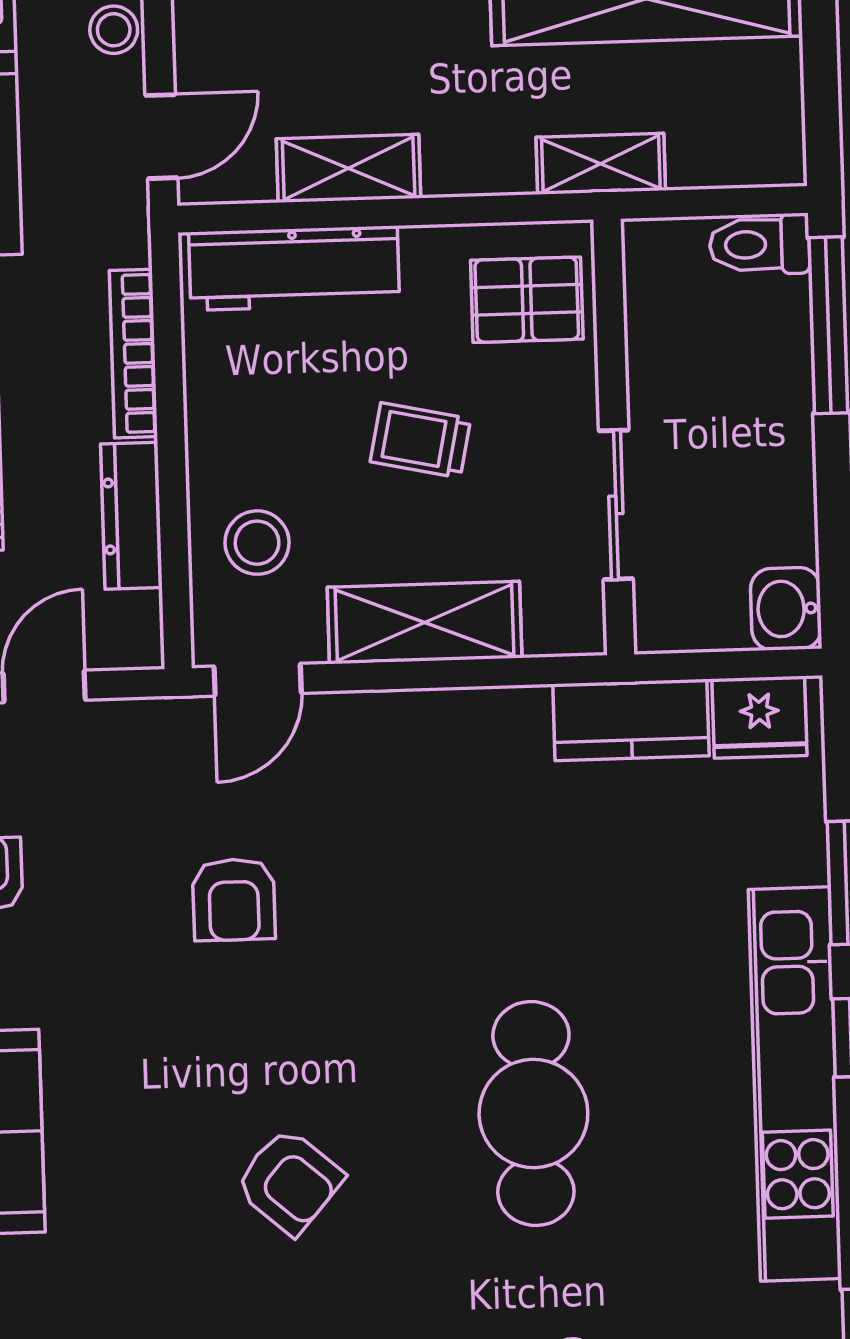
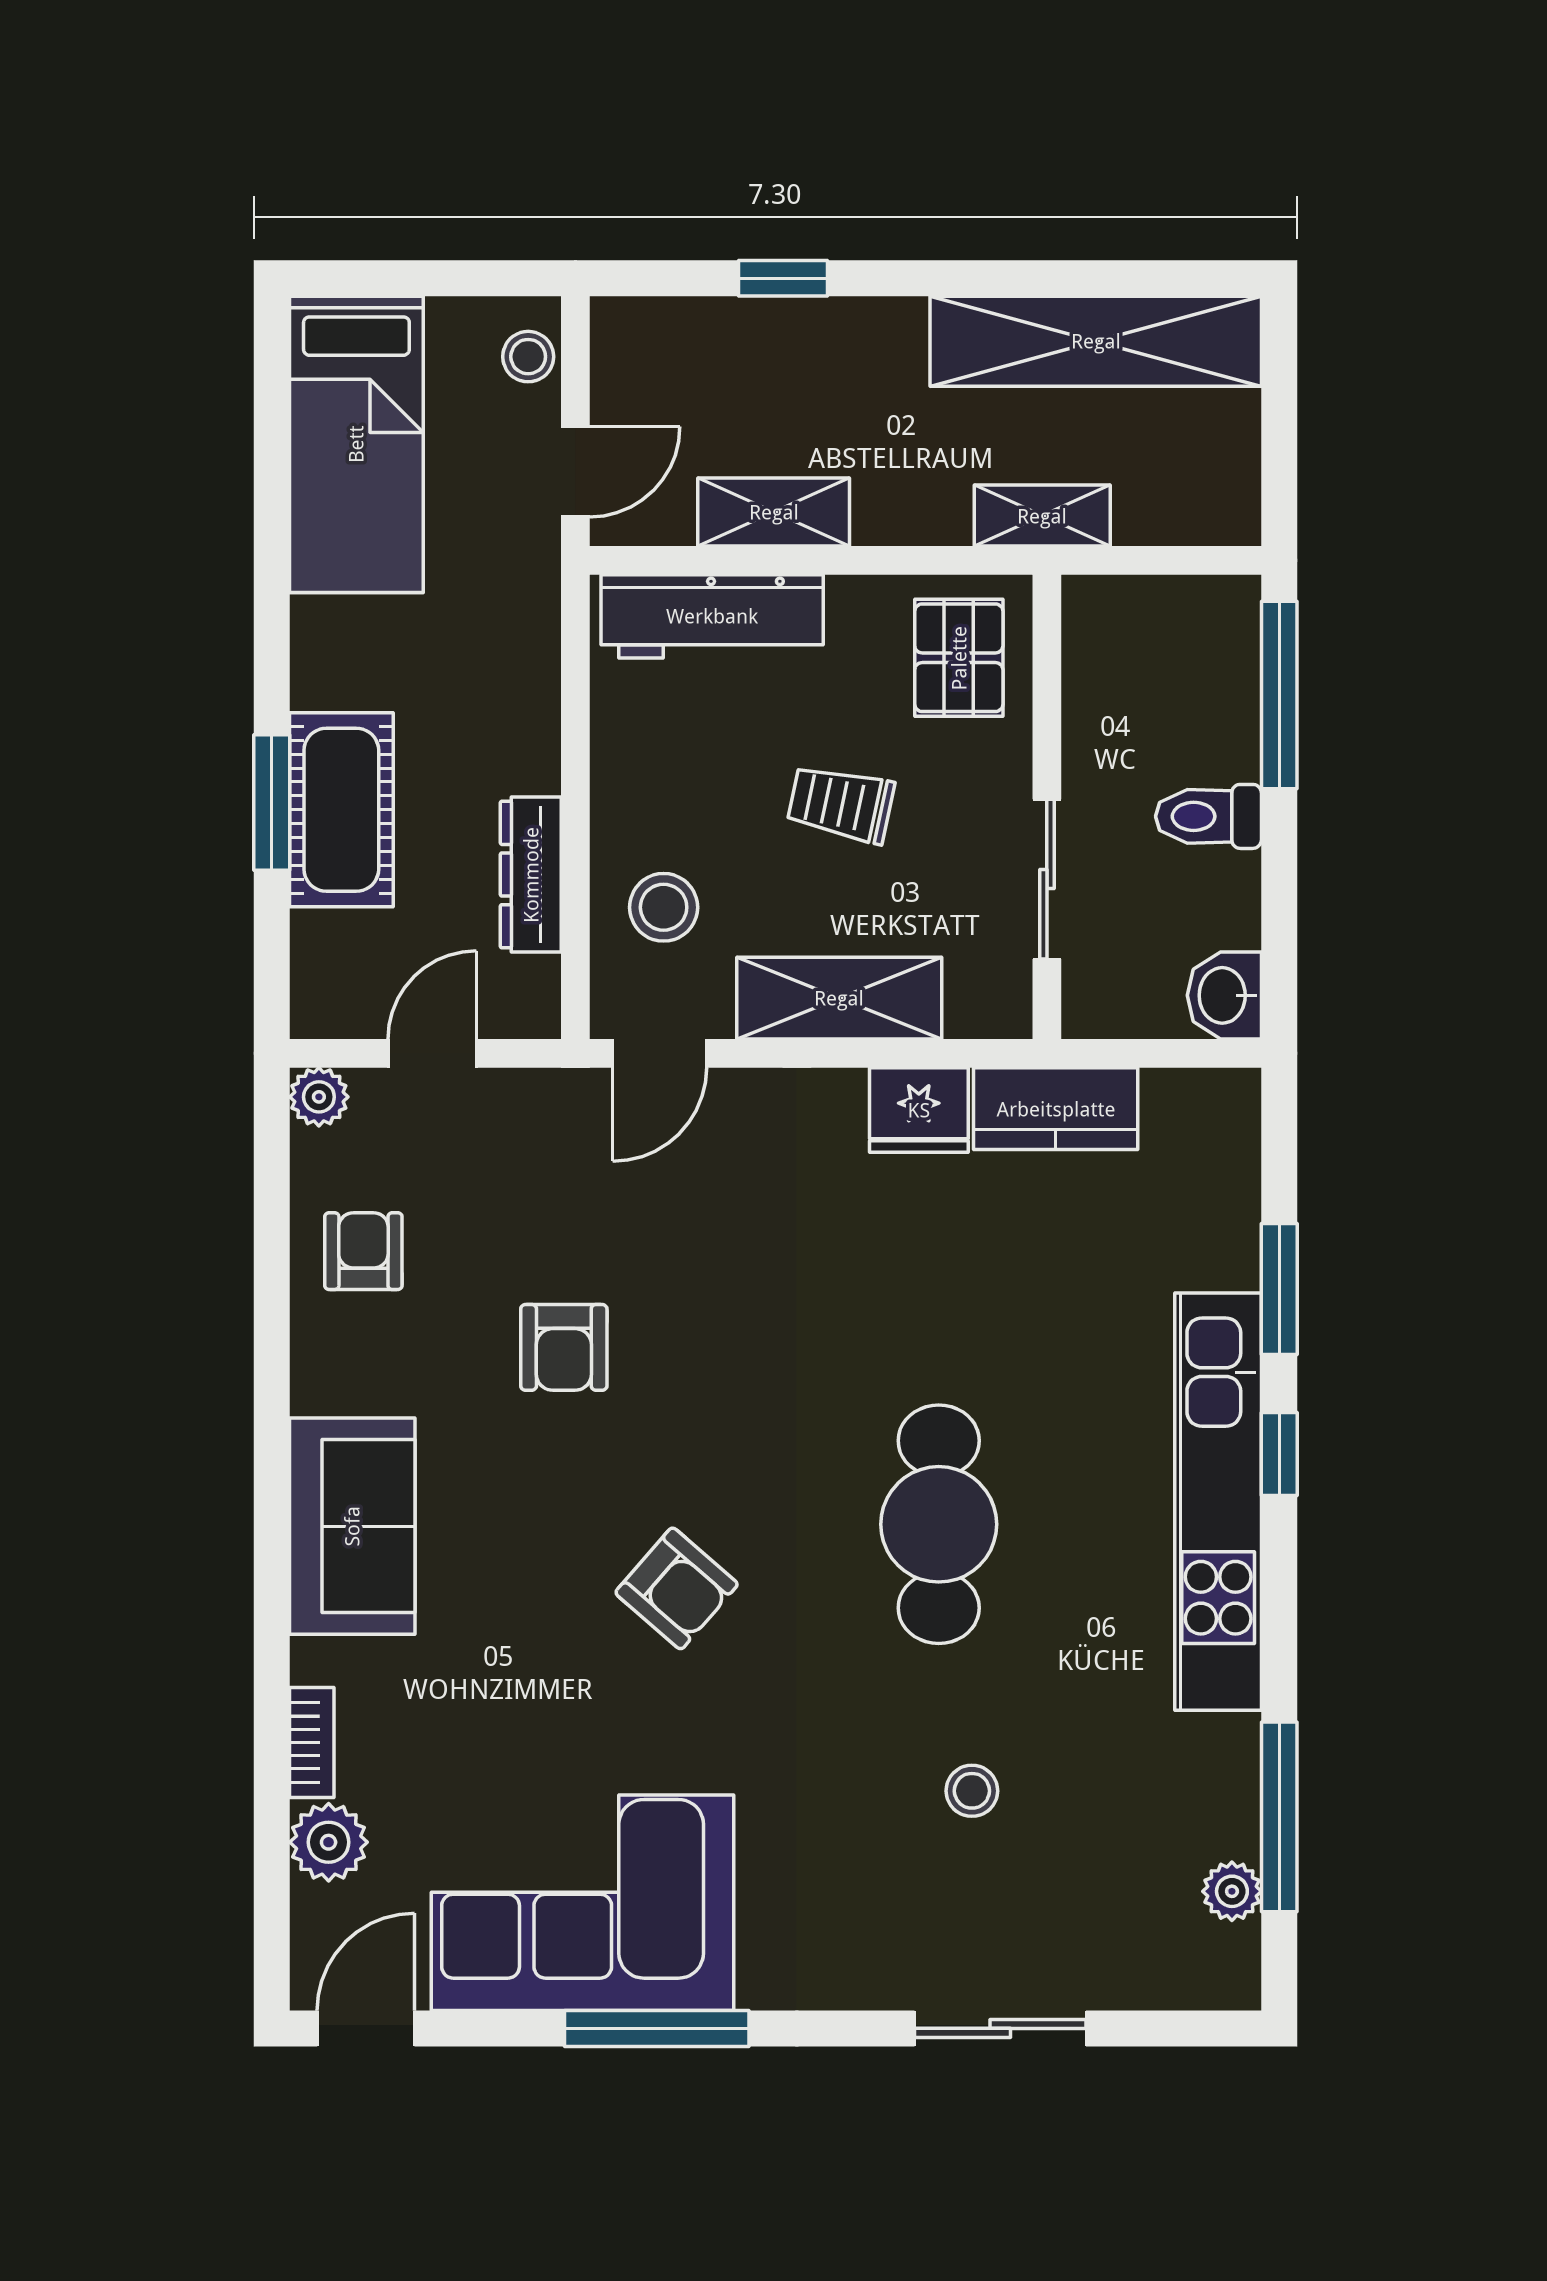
toilet: (759, 245) -> (1208, 816), moved
pallet: (527, 300) -> (959, 658), turned 90
bookcase: (133, 354) -> (538, 702), removed
fridge: (759, 717) -> (919, 1110), moved
armchair: (234, 900) -> (564, 1347), moved

